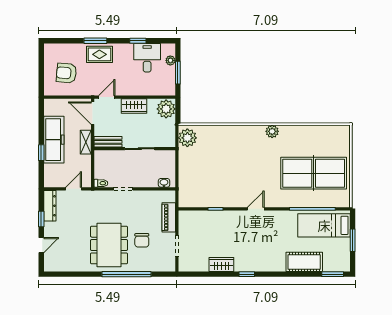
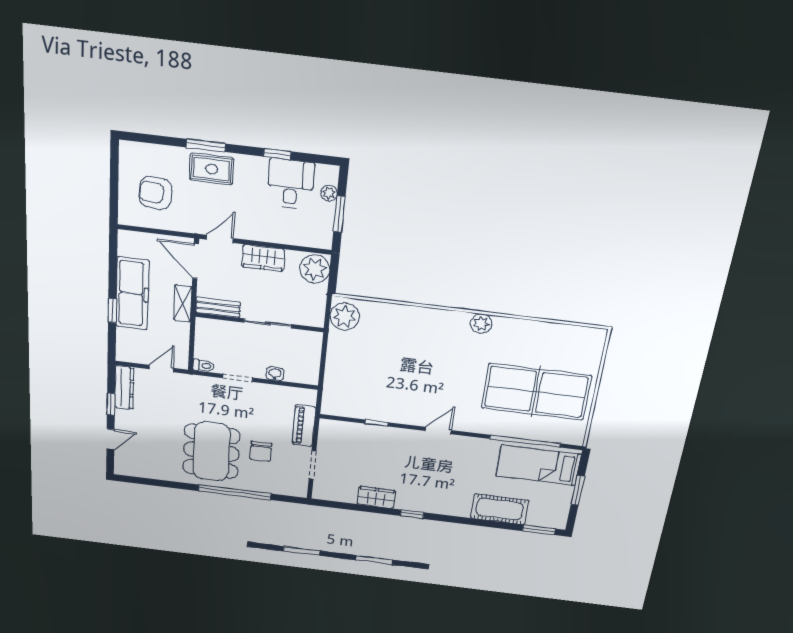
washbasin: (164, 183) -> (275, 374), moved

